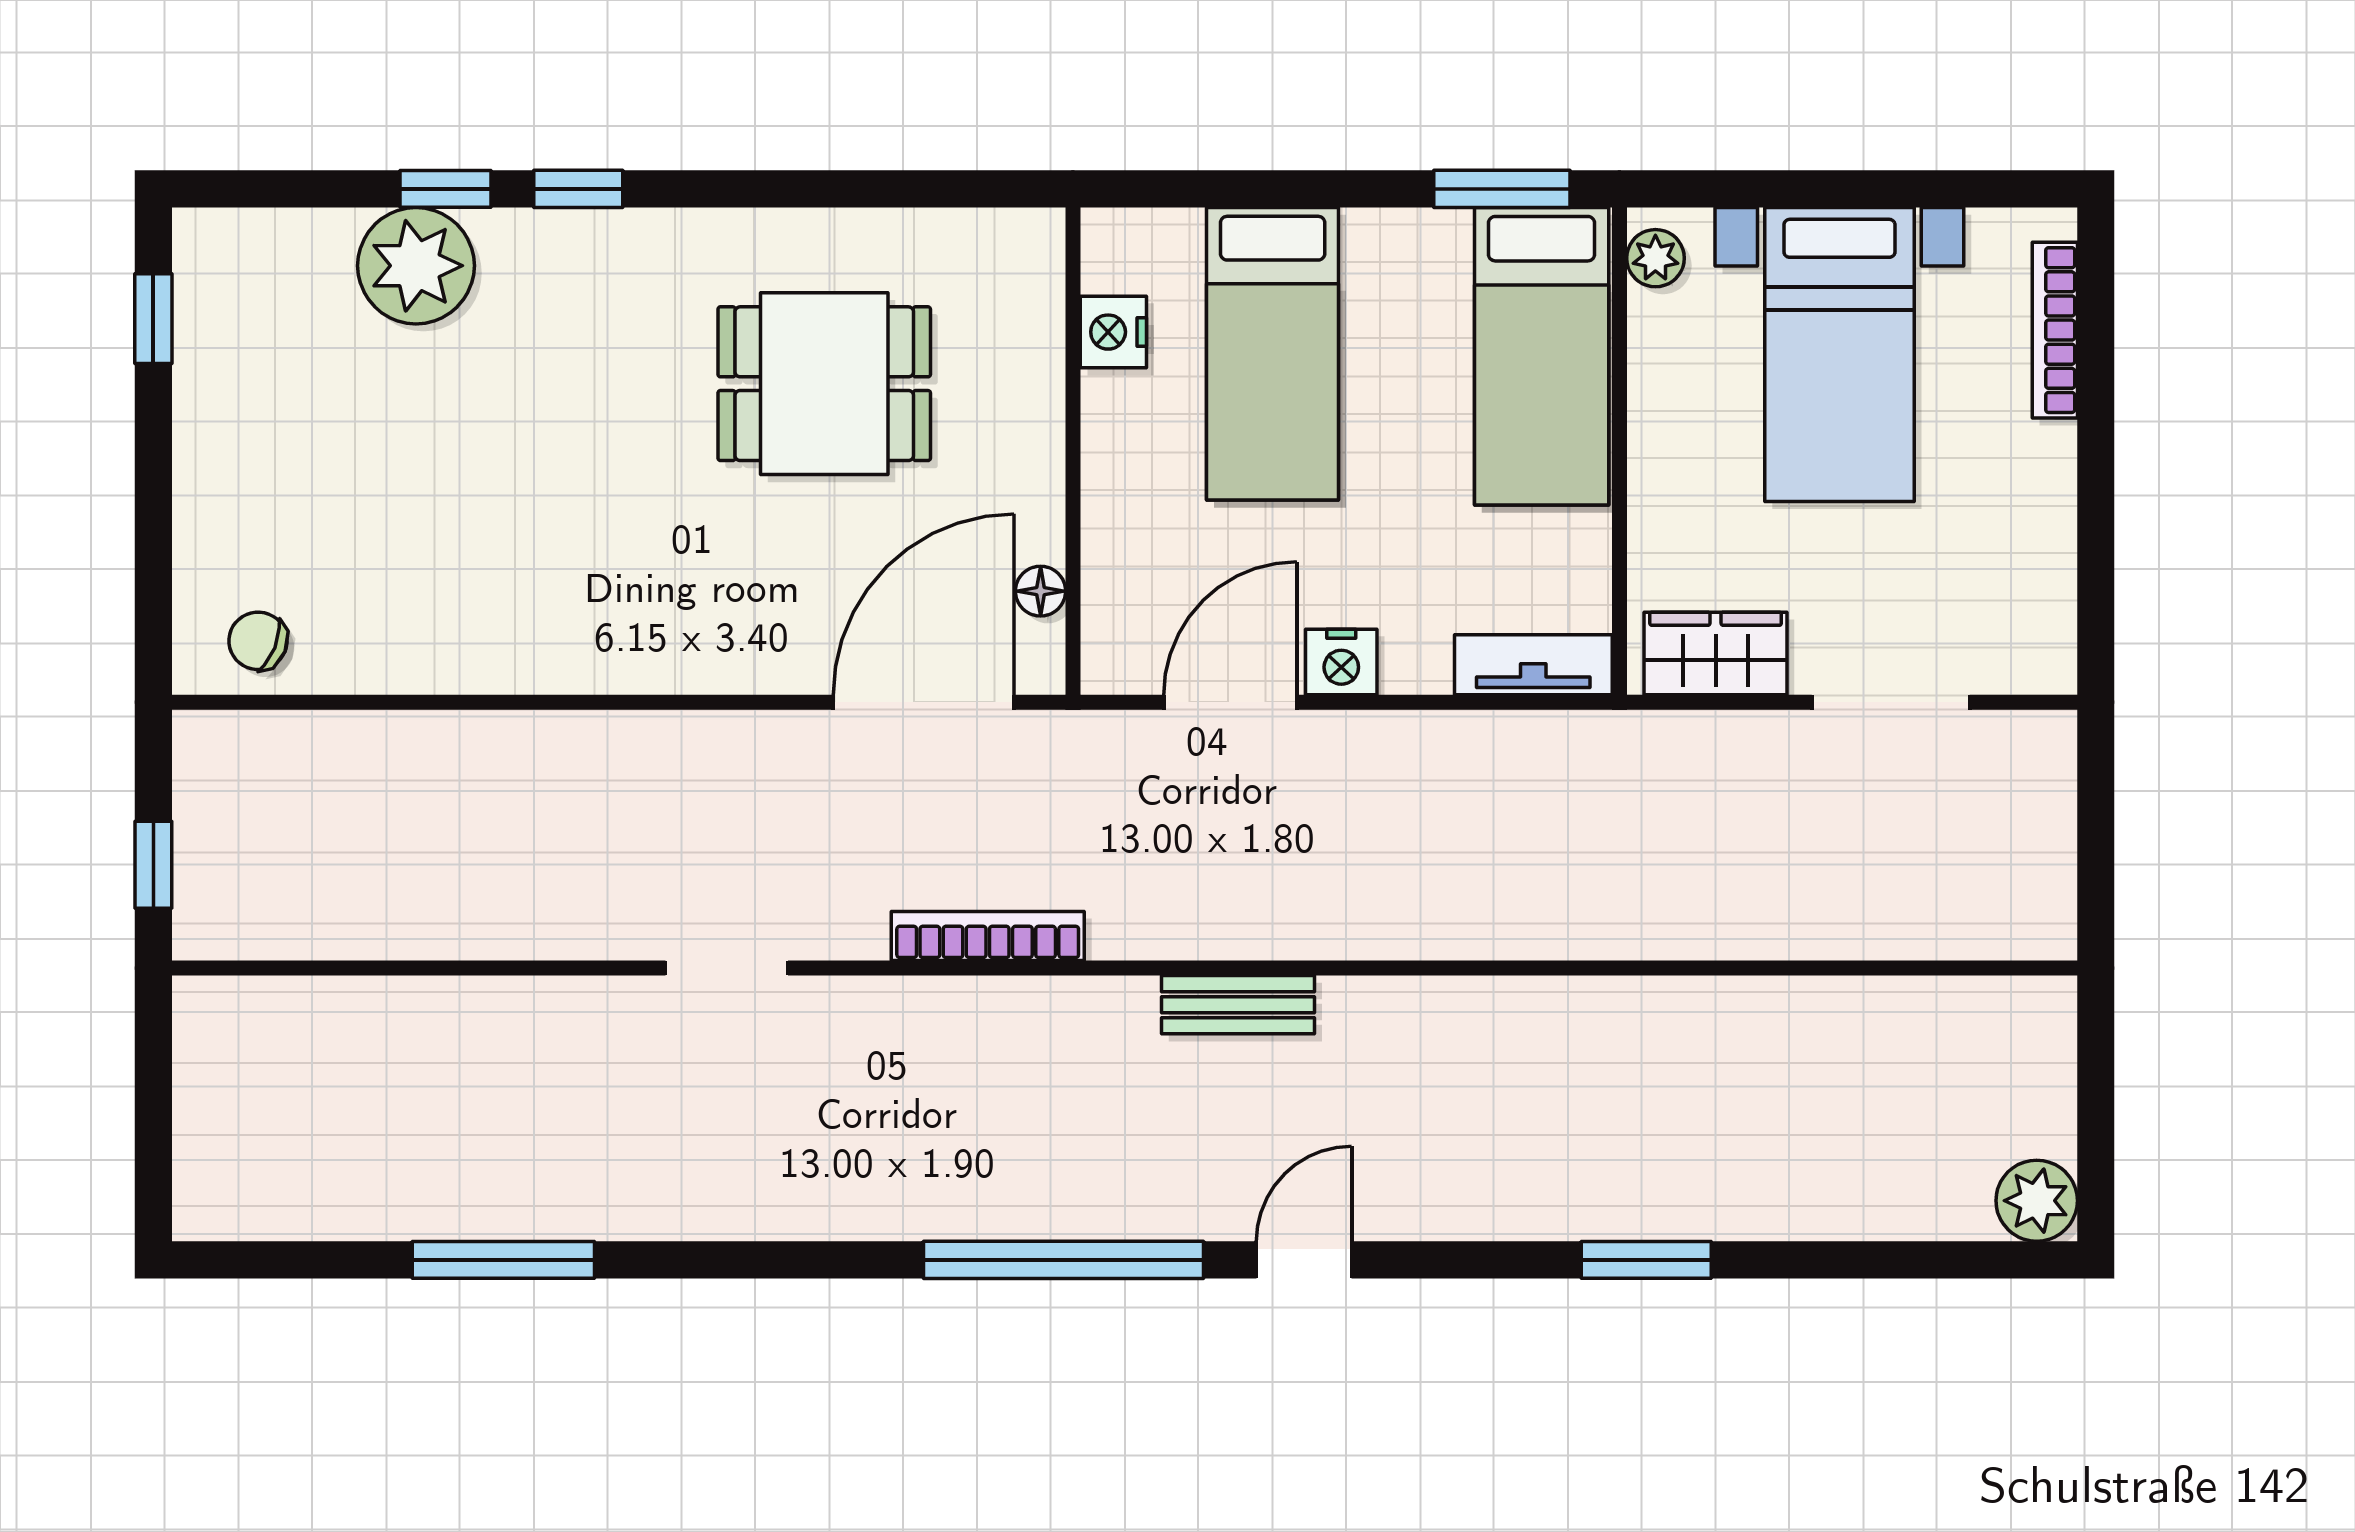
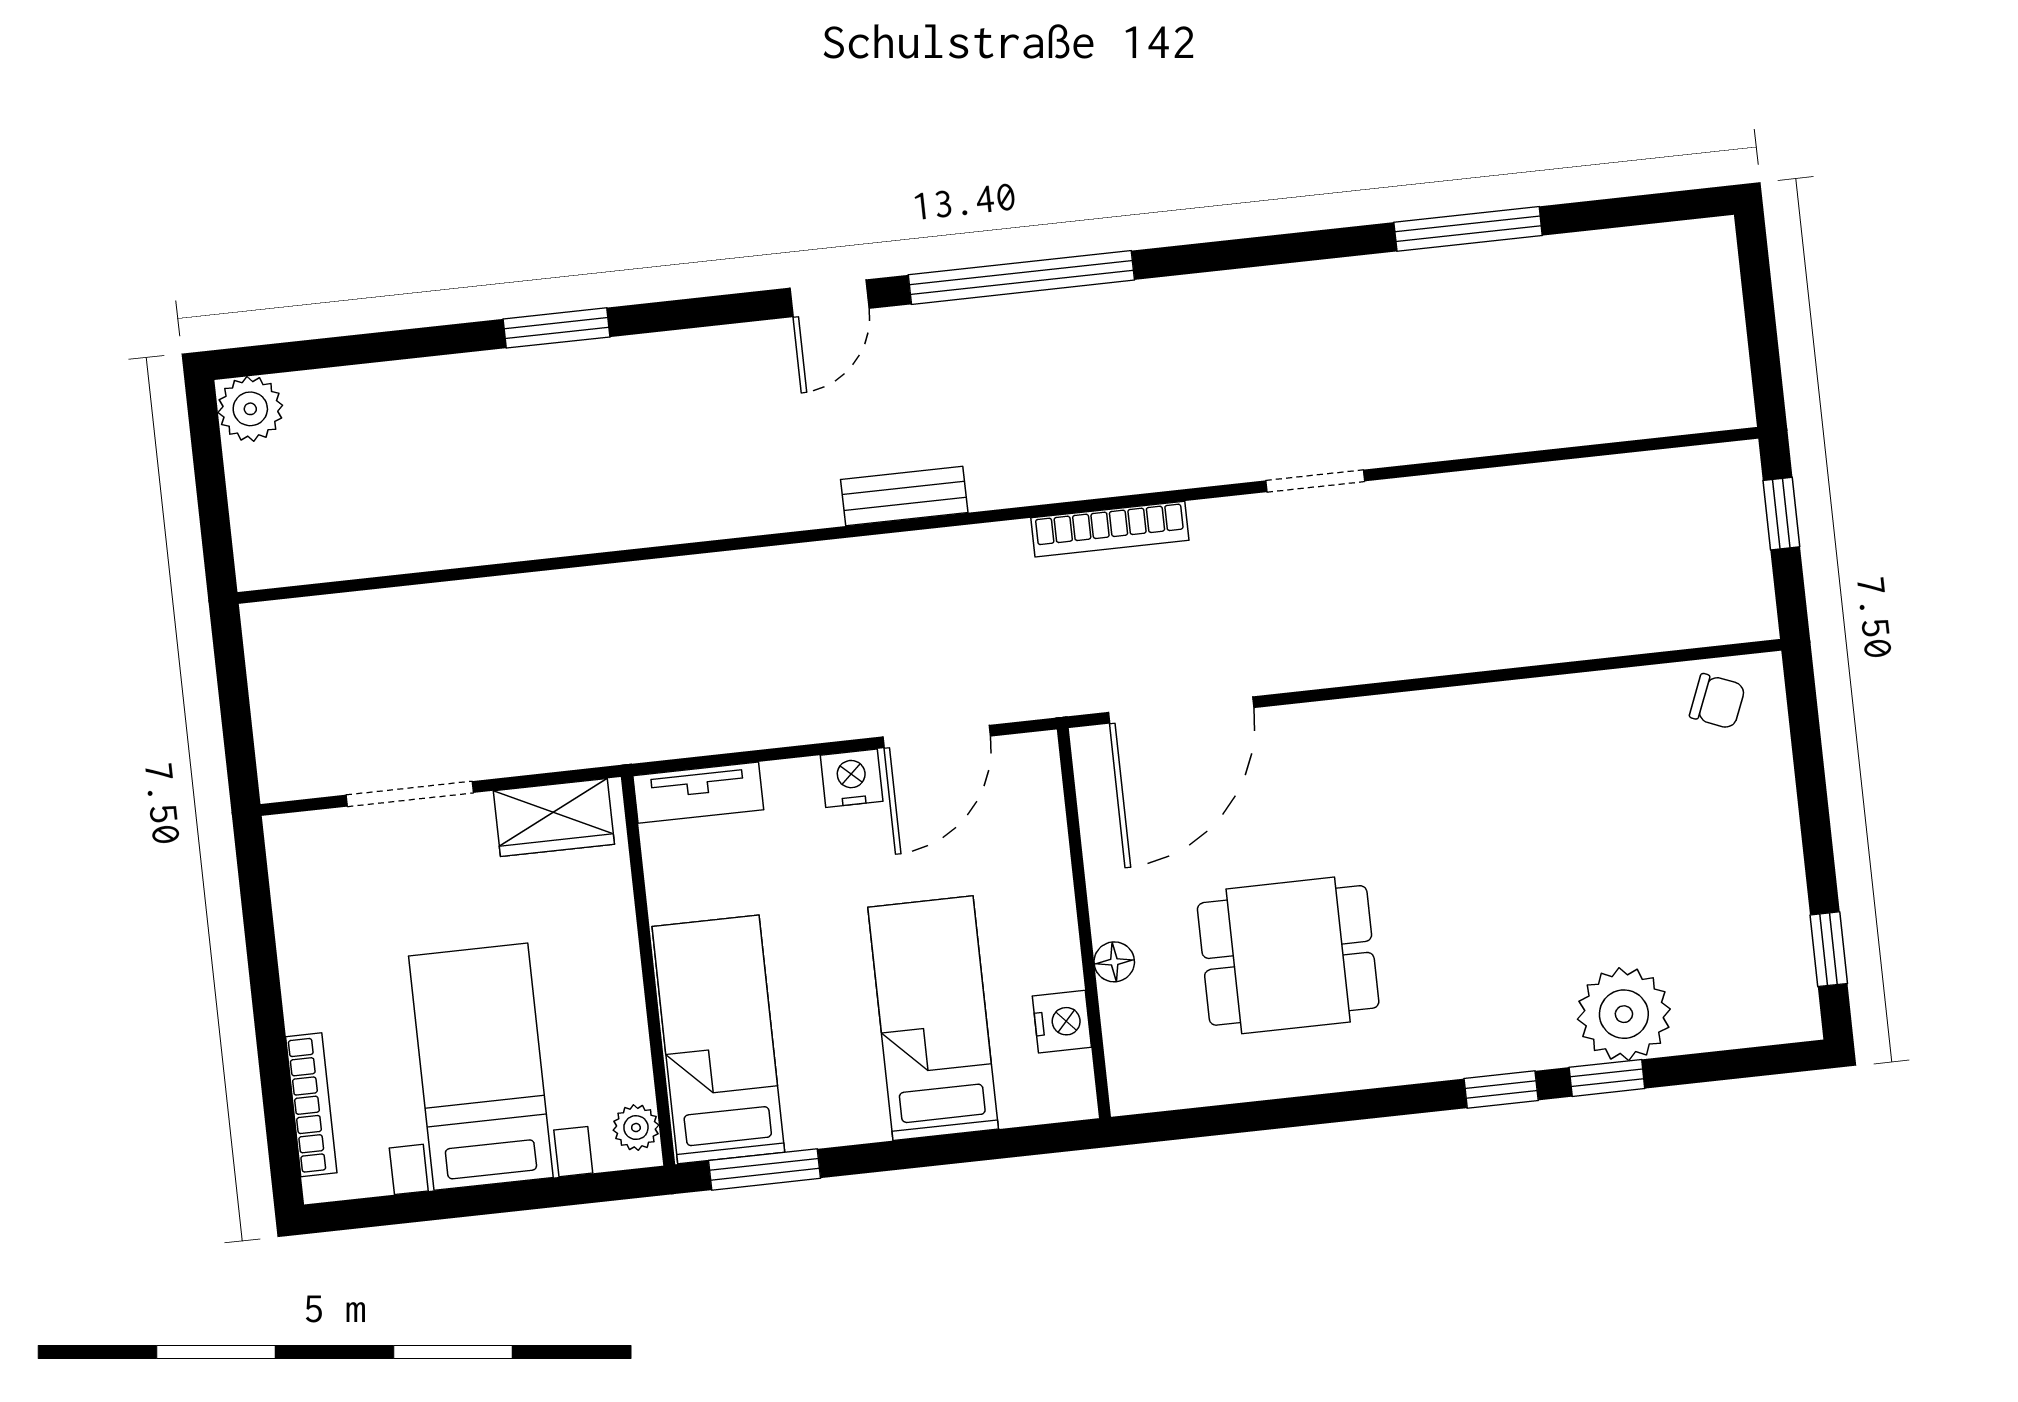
floor lamp: (1041, 591) -> (1114, 962), moved

